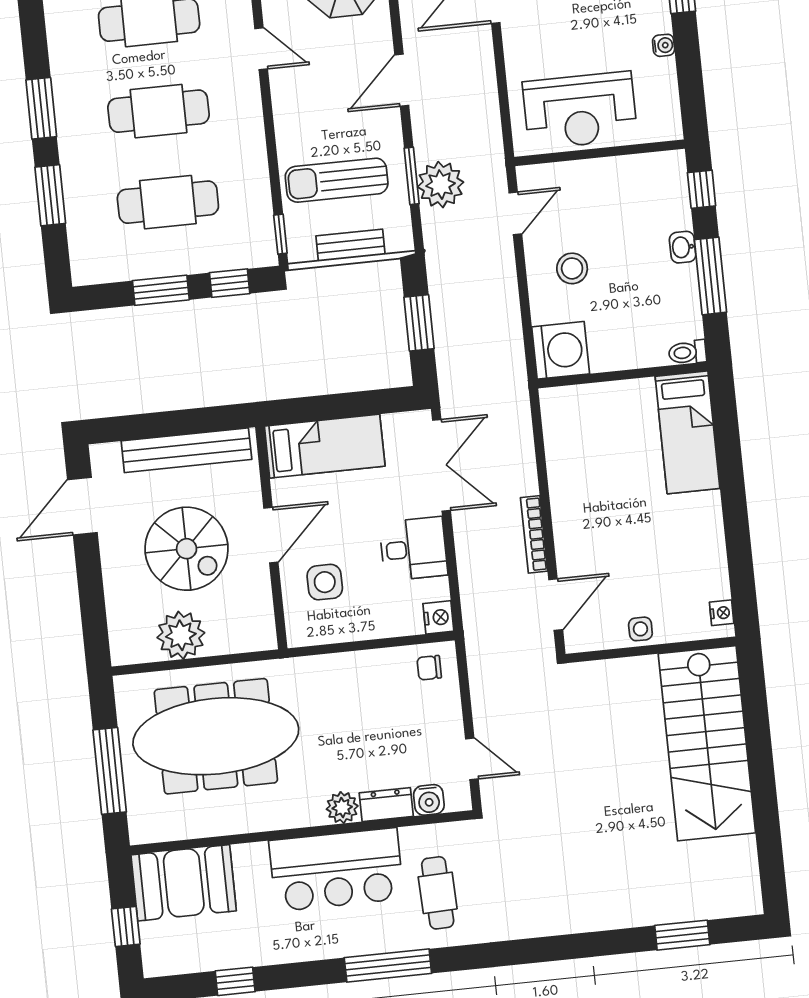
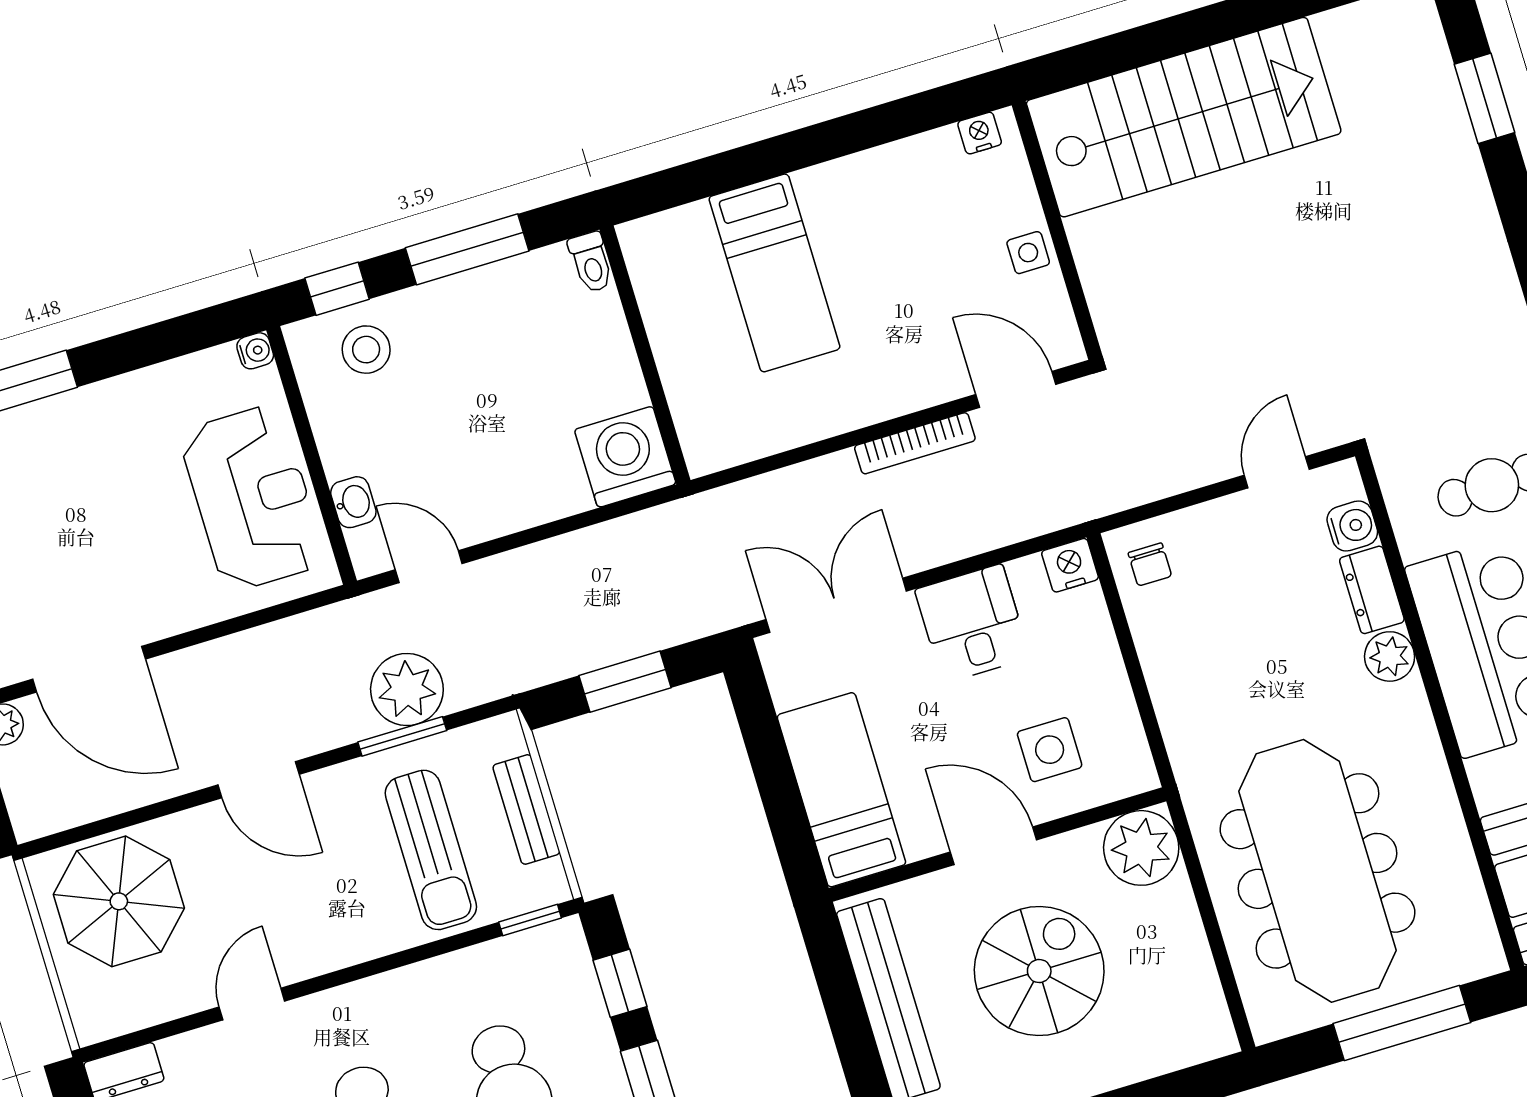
water cooler: (664, 45) -> (255, 351), moved, turned 90
washbasin: (683, 247) -> (353, 502), moved, turned -90
stool: (572, 268) -> (366, 350), moved
bed: (687, 432) -> (774, 273), moved, turned 90
plant: (181, 635) -> (1141, 848), moved

